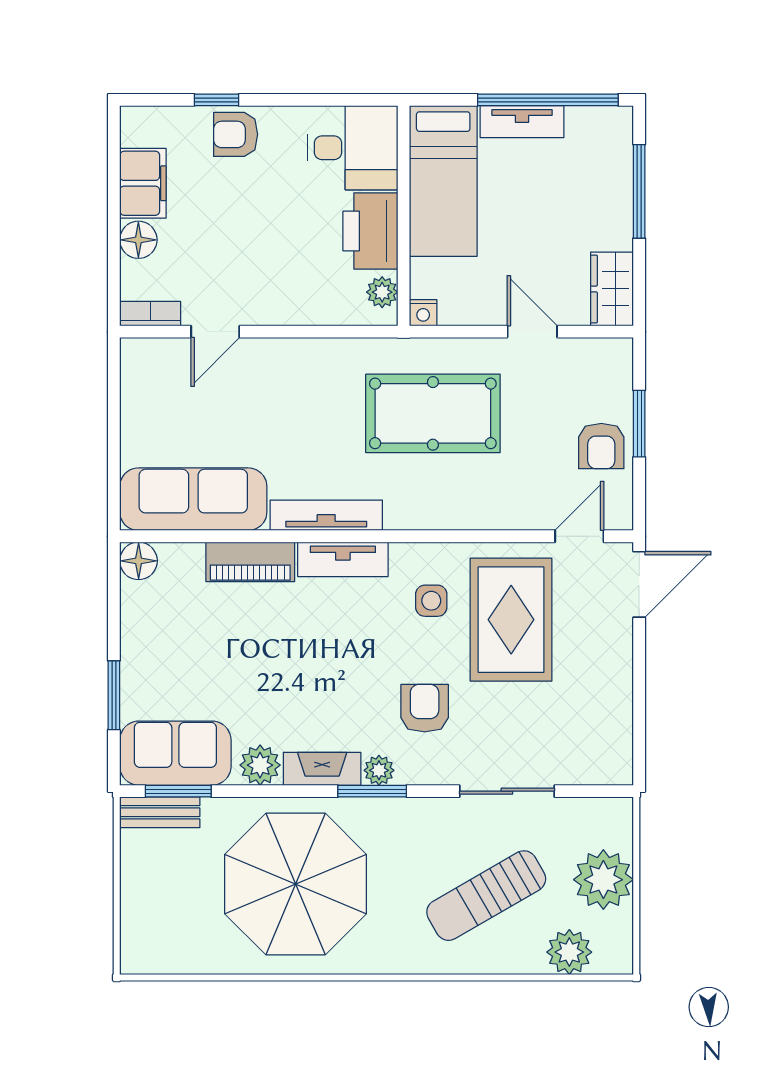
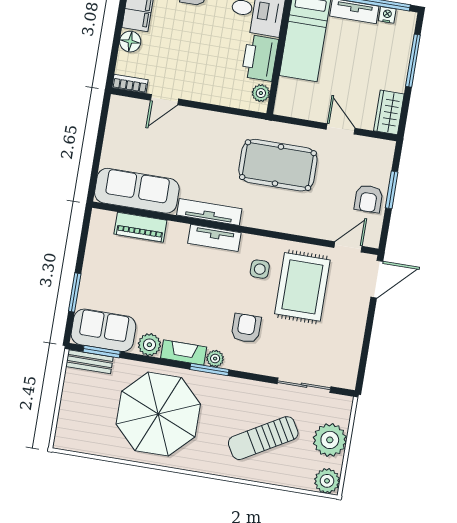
nightstand: (423, 313) -> (387, 15), moved, turned 180
floor lamp: (139, 561) -> (101, 220), removed
piano: (250, 562) -> (140, 227), moved
sliding door: (507, 791) -> (304, 385), moved
plant: (569, 952) -> (327, 481), moved

